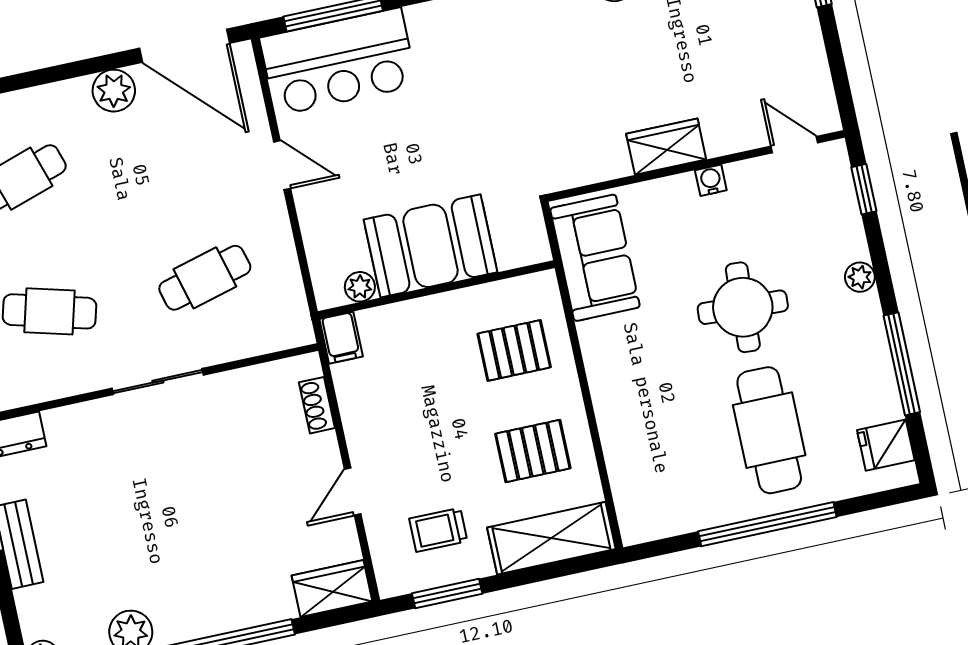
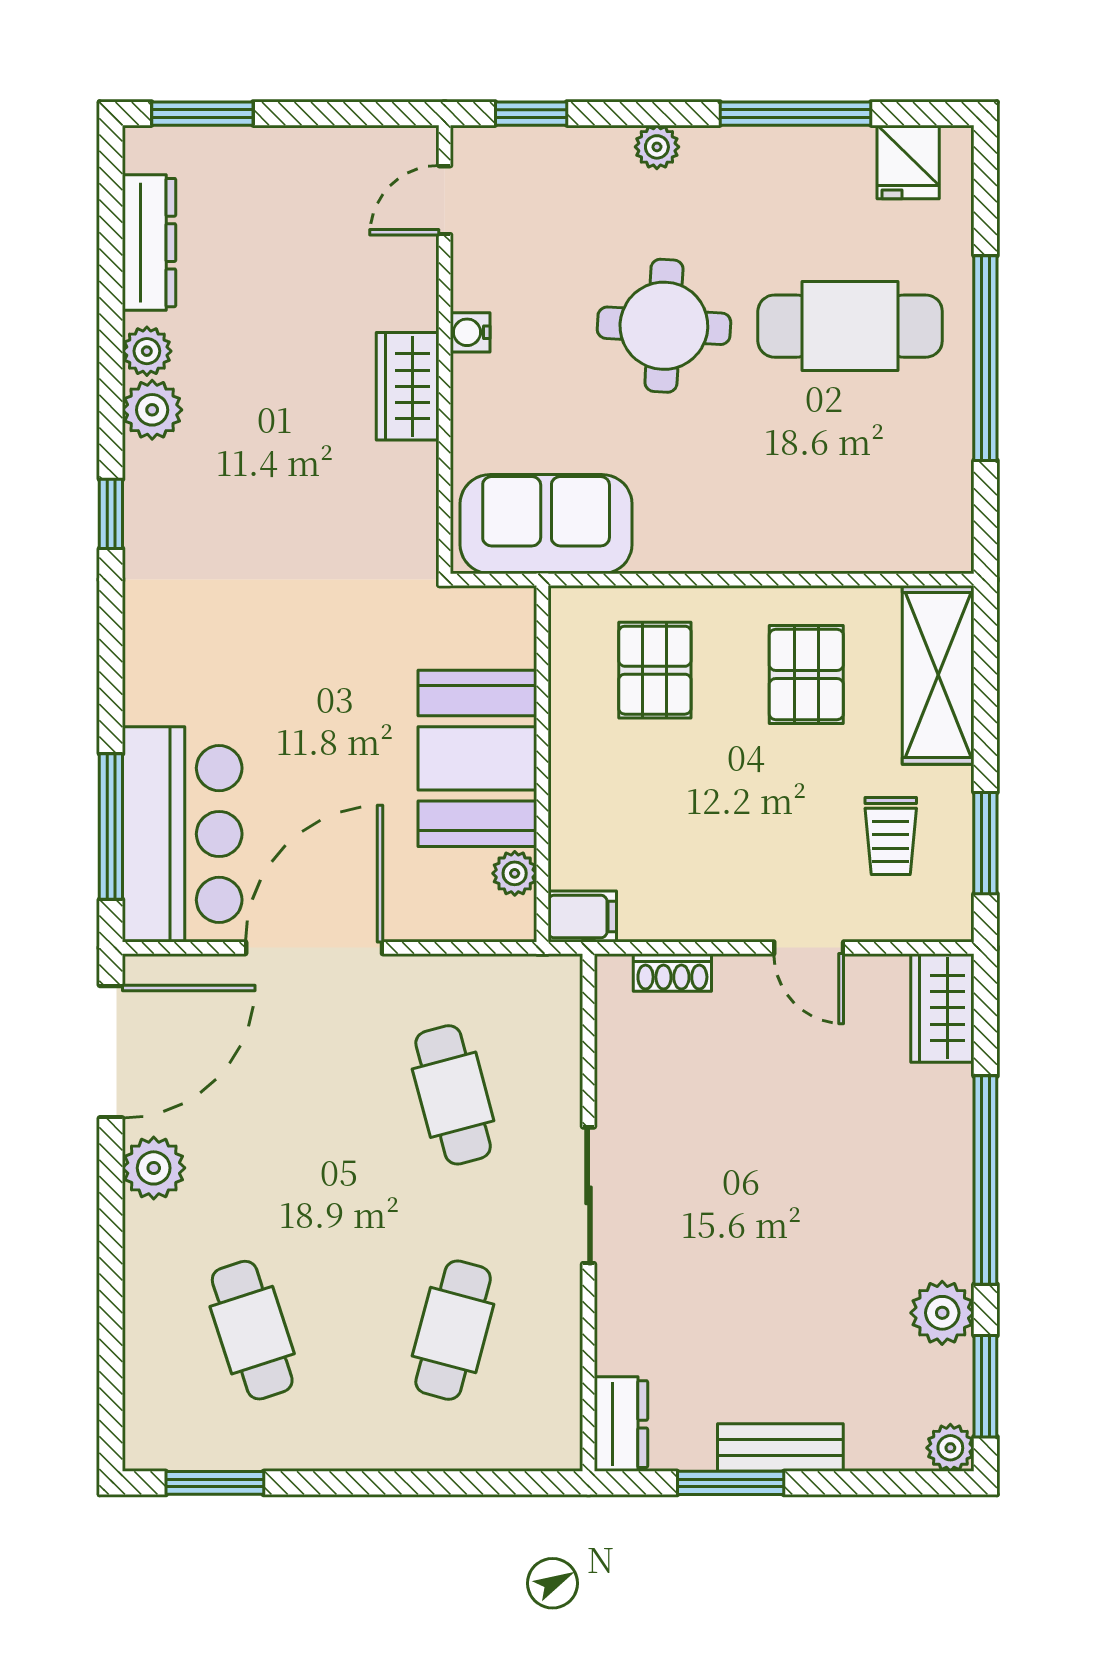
door: (282, 165) -> (314, 948), width x1.87

